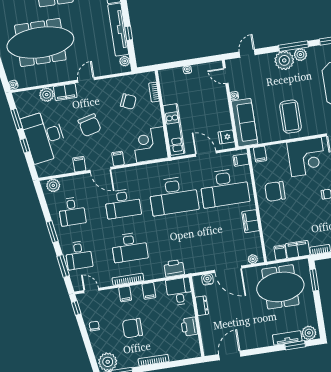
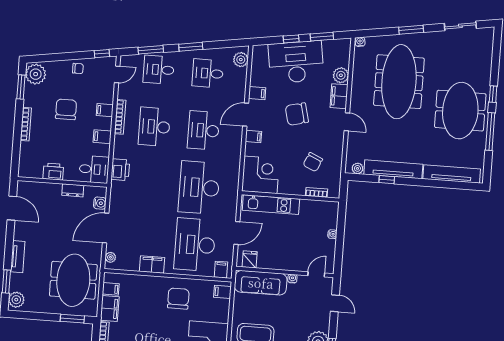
tv unit: (287, 338) -> (18, 257), moved

